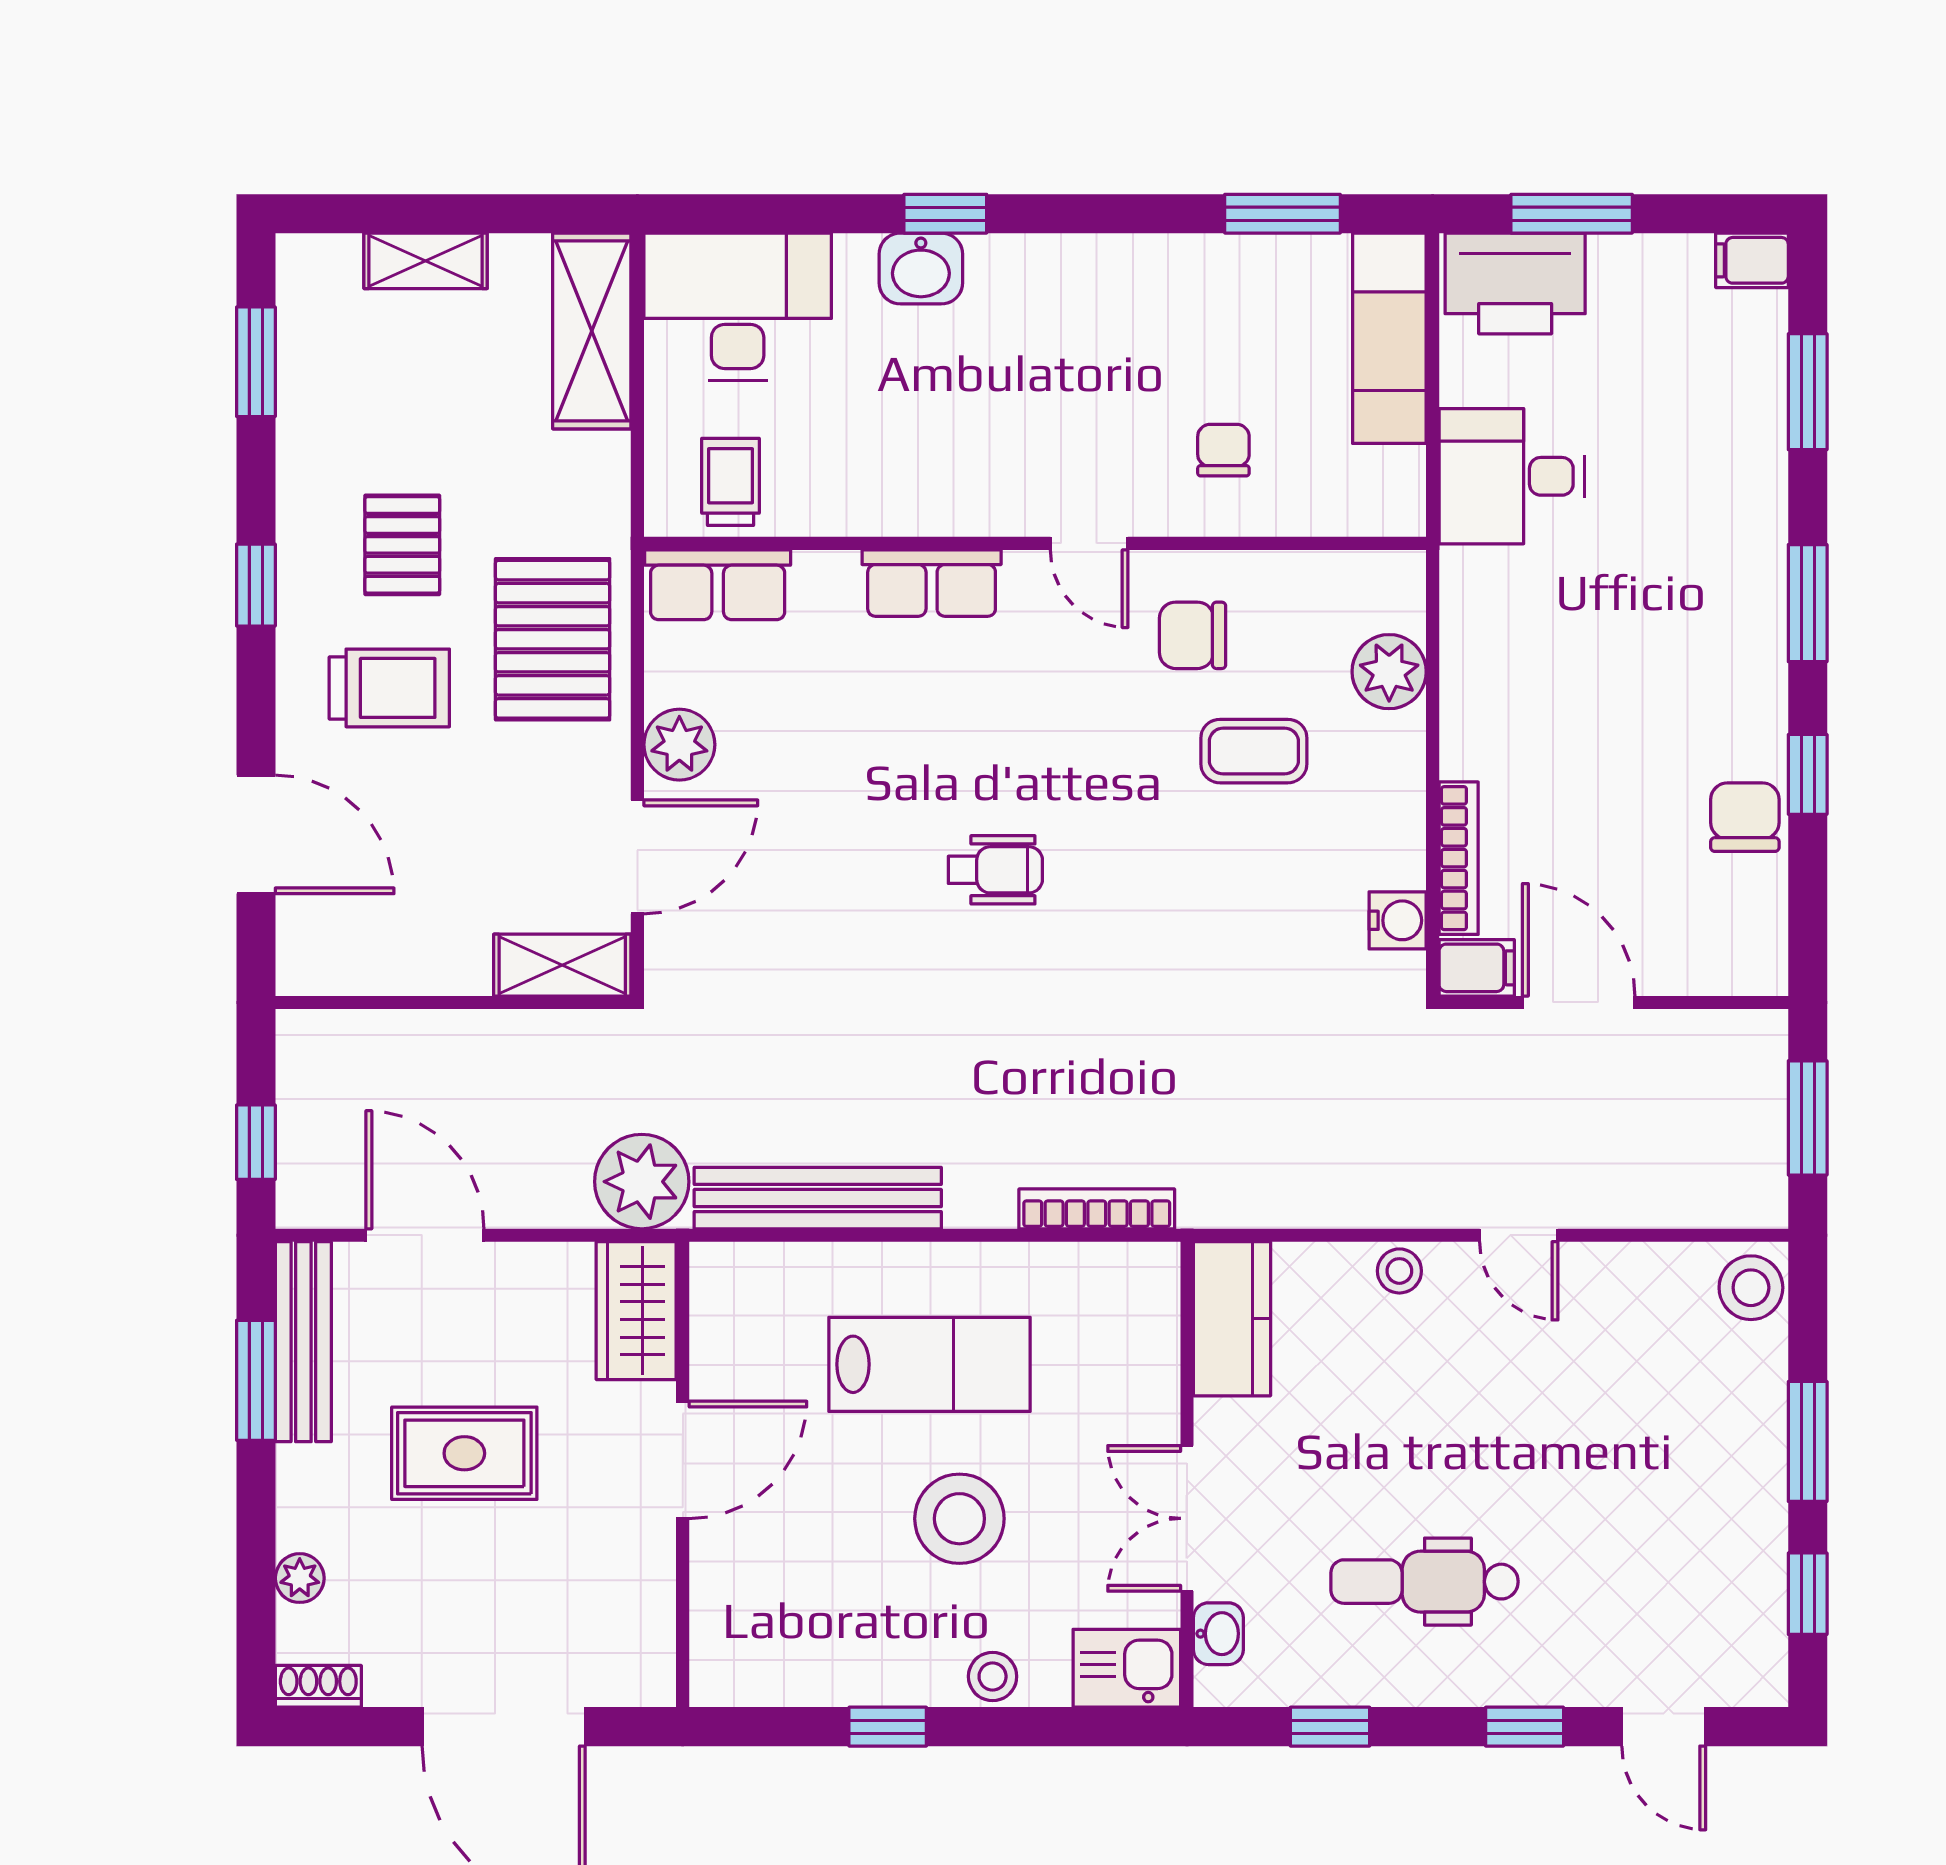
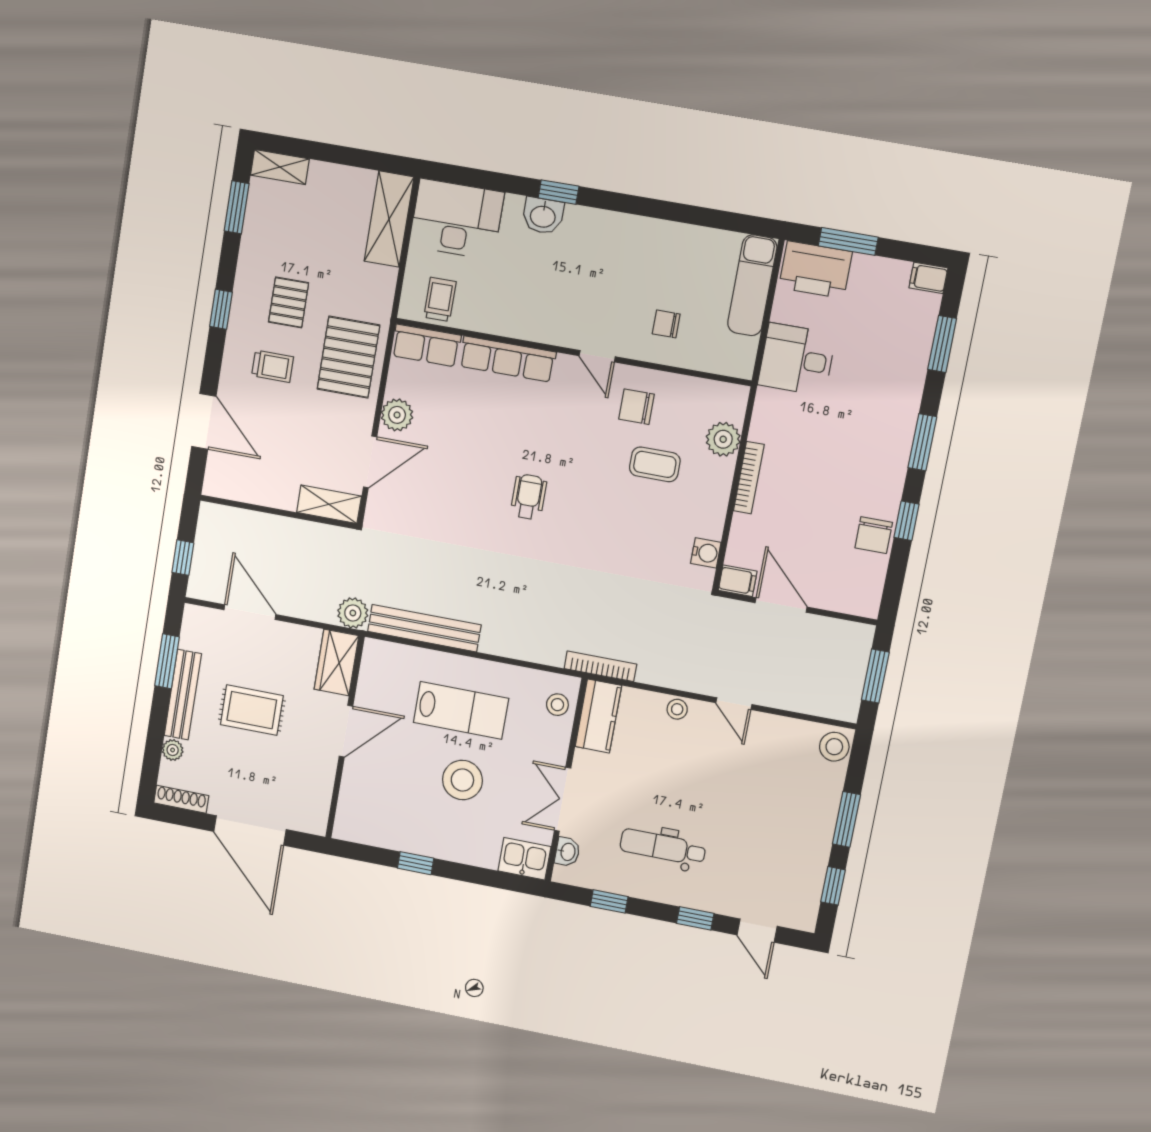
window: (1283, 214) -> (714, 219), removed
shelving: (426, 261) -> (280, 167), moved
chair: (1223, 450) -> (666, 324), turned -90
row of seats: (932, 583) -> (508, 359), width x1.48
trolley: (389, 688) -> (273, 366), width x0.73, depth x0.72
chair: (1745, 817) -> (874, 535), turned 180
bookcase: (1459, 858) -> (749, 478), moved
wheelchair: (995, 870) -> (529, 497), turned -90
plant: (642, 1182) -> (353, 613), width x0.73, depth x0.73
bookcase: (1097, 1209) -> (600, 666), moved
bench: (303, 1342) -> (183, 695), moved
stool: (993, 1676) -> (557, 705), moved
shoe rack: (318, 1686) -> (181, 799), width x1.43

